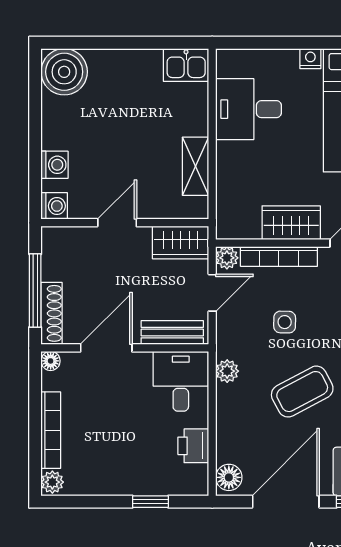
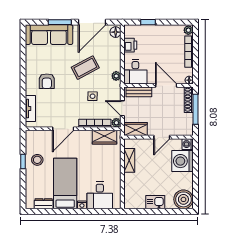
kitchen sink: (186, 65) -> (155, 202), moved
desk: (249, 109) -> (100, 195), moved, turned 90
washing machine: (55, 165) -> (182, 161), width x1.89, depth x1.89
wardrobe: (291, 223) -> (104, 137), moved
door: (212, 293) -> (122, 108), hinge flipped
door: (106, 348) -> (166, 86), swing flipped

